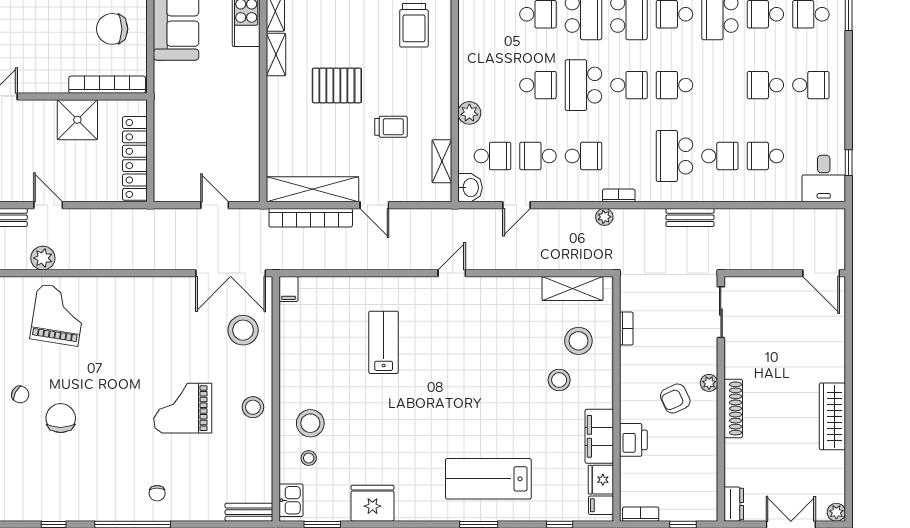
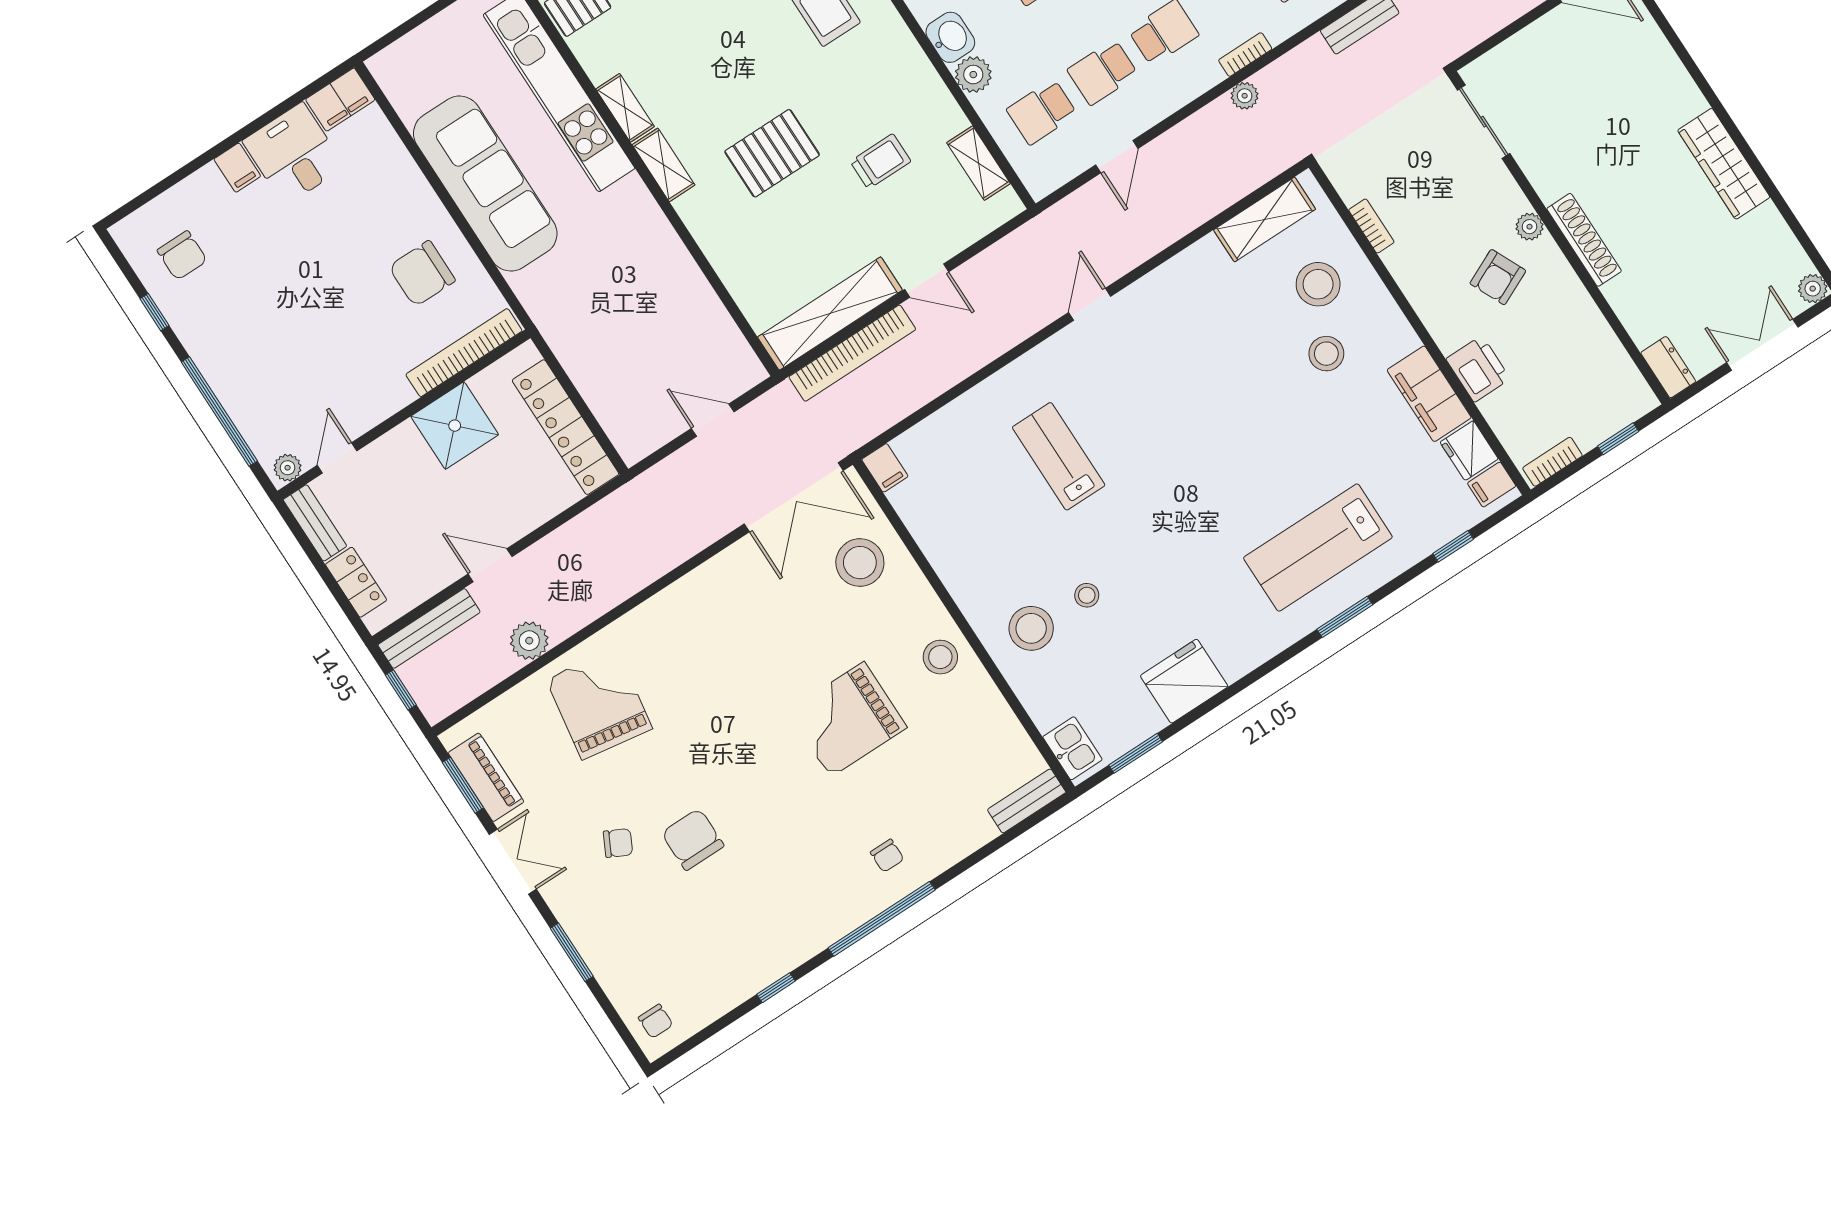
school desk: (493, 156) -> (1042, 112), turned 180
washbasin: (470, 188) -> (950, 37), moved
stool: (309, 458) -> (1087, 595), moved

